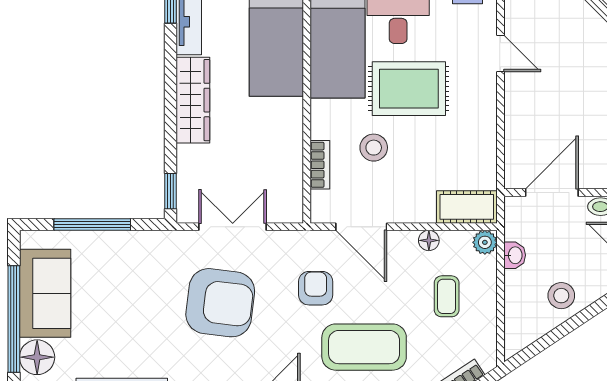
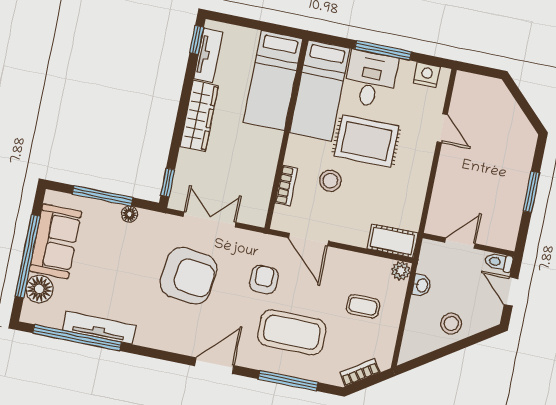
door: (552, 193) -> (460, 243), width x0.73
floor lamp: (429, 240) -> (129, 214), moved
coffee table: (447, 296) -> (363, 306), turned 90

